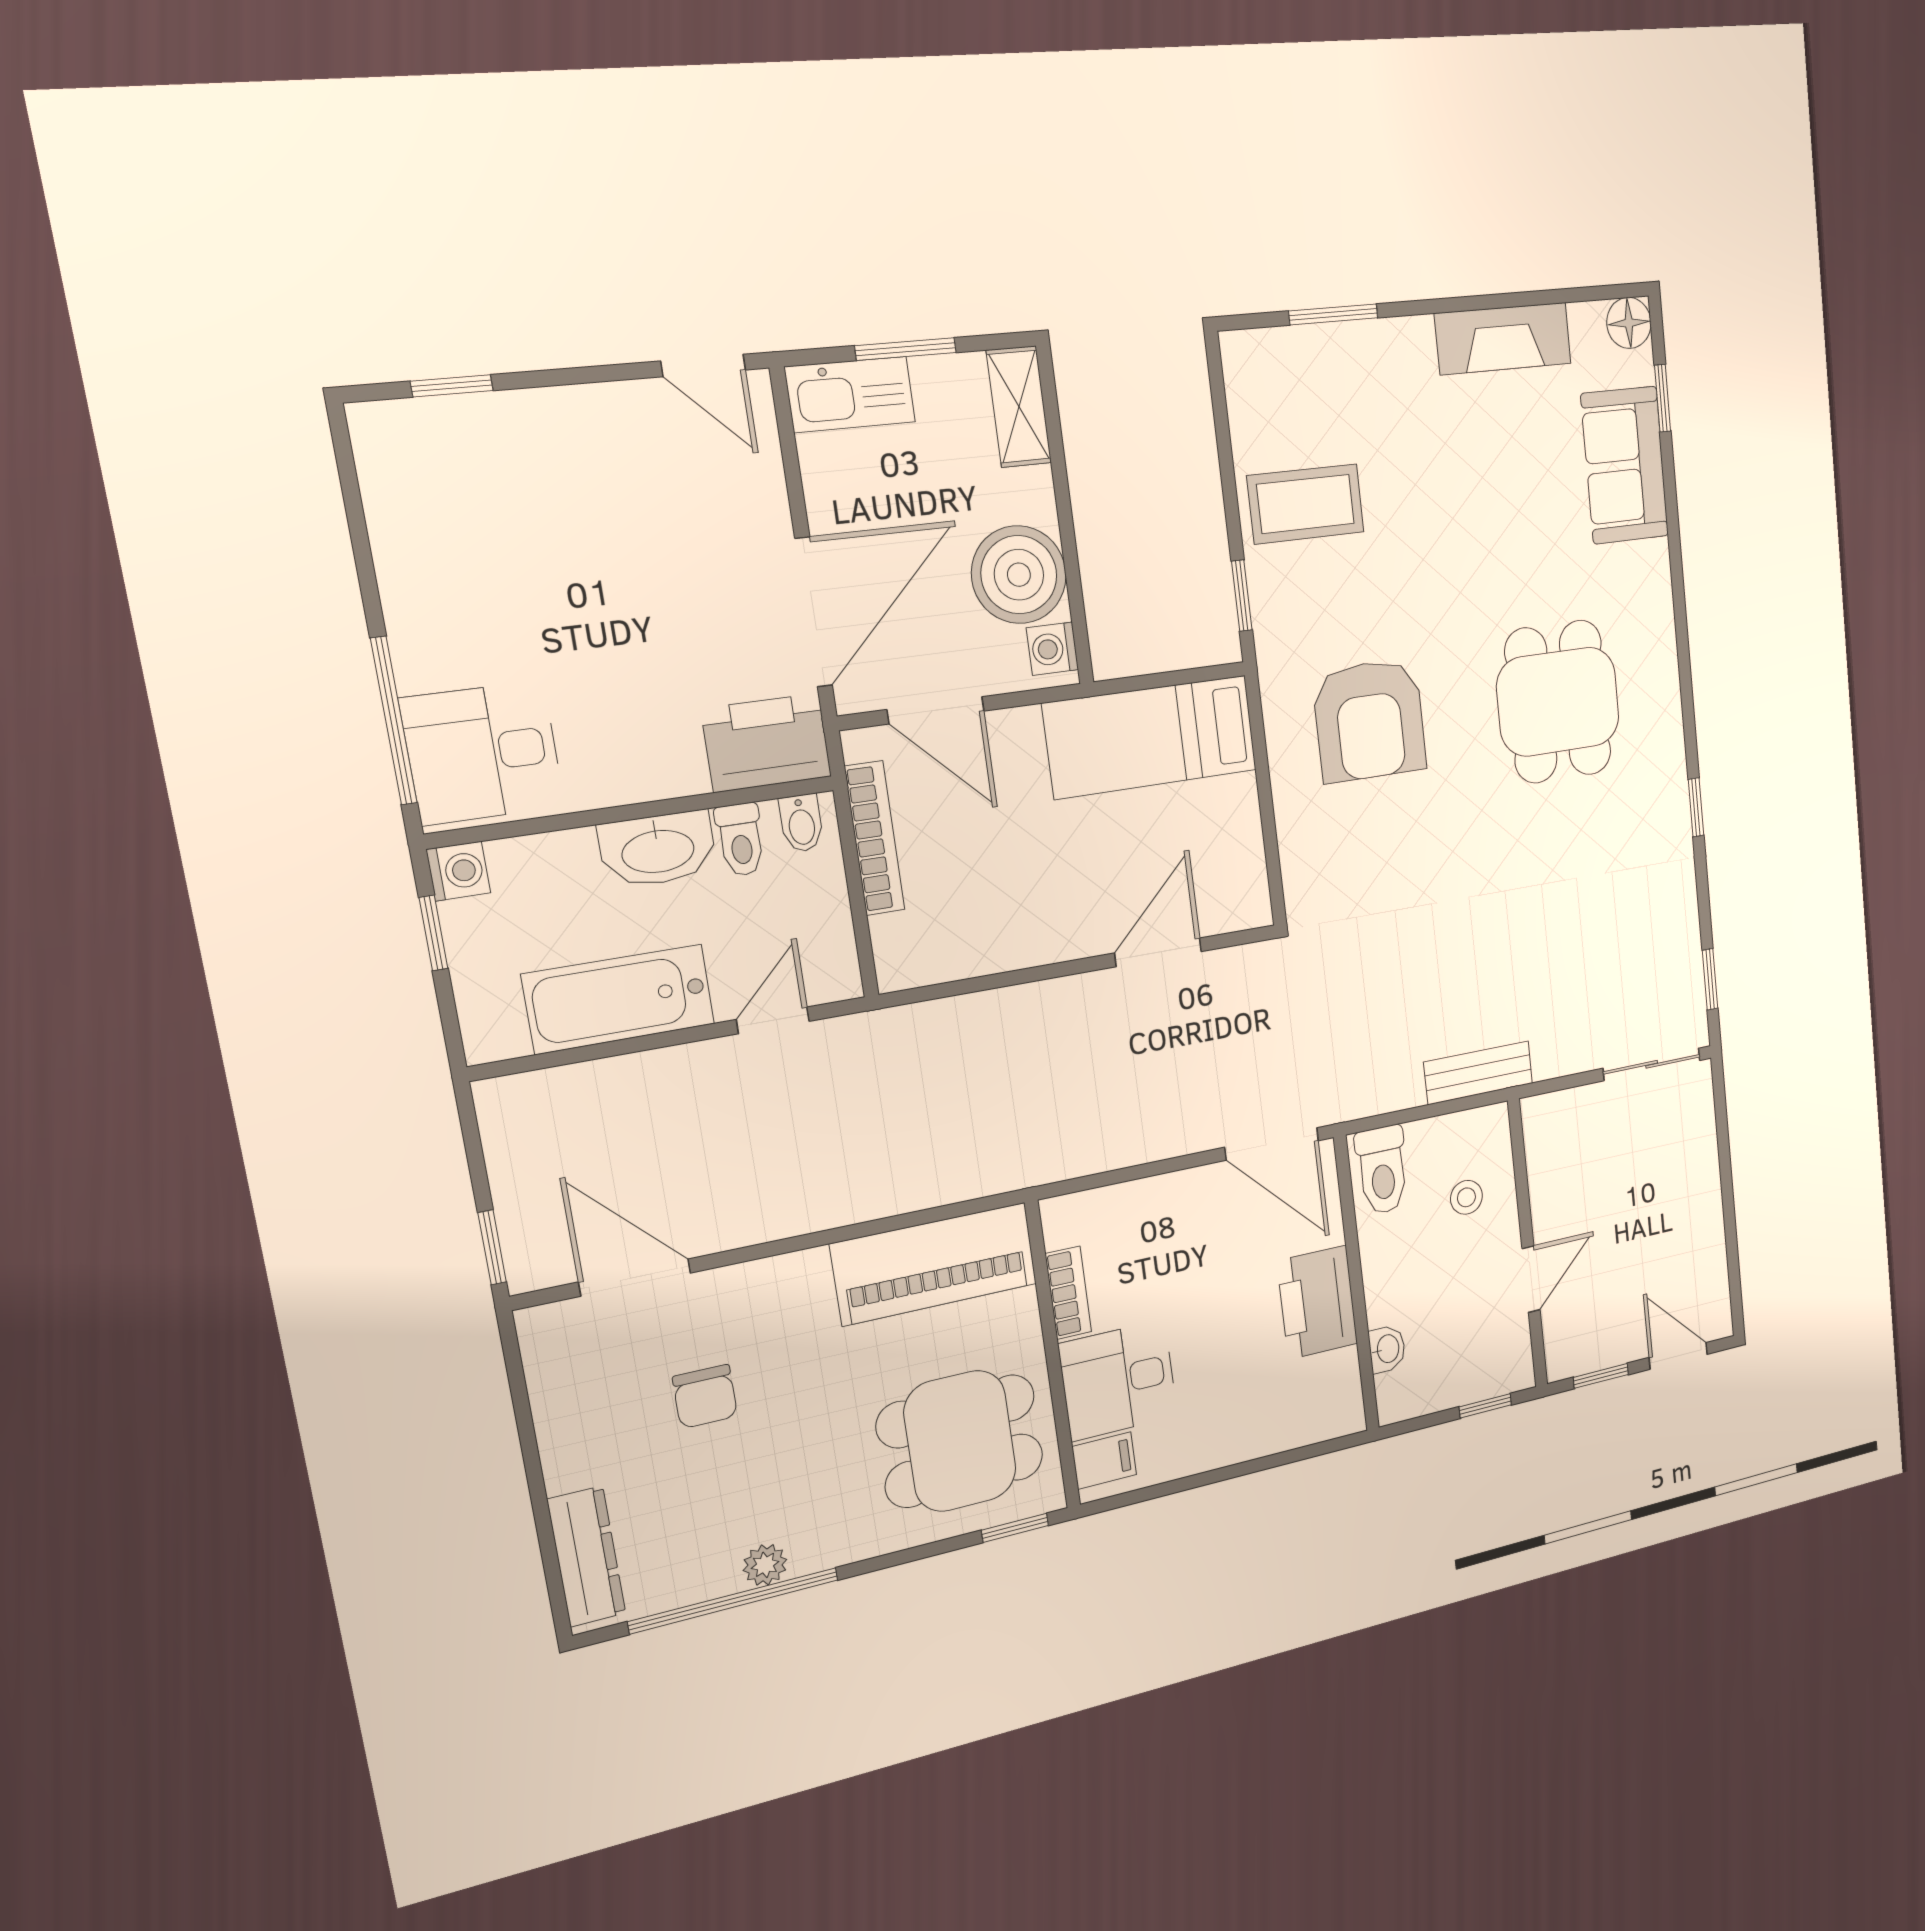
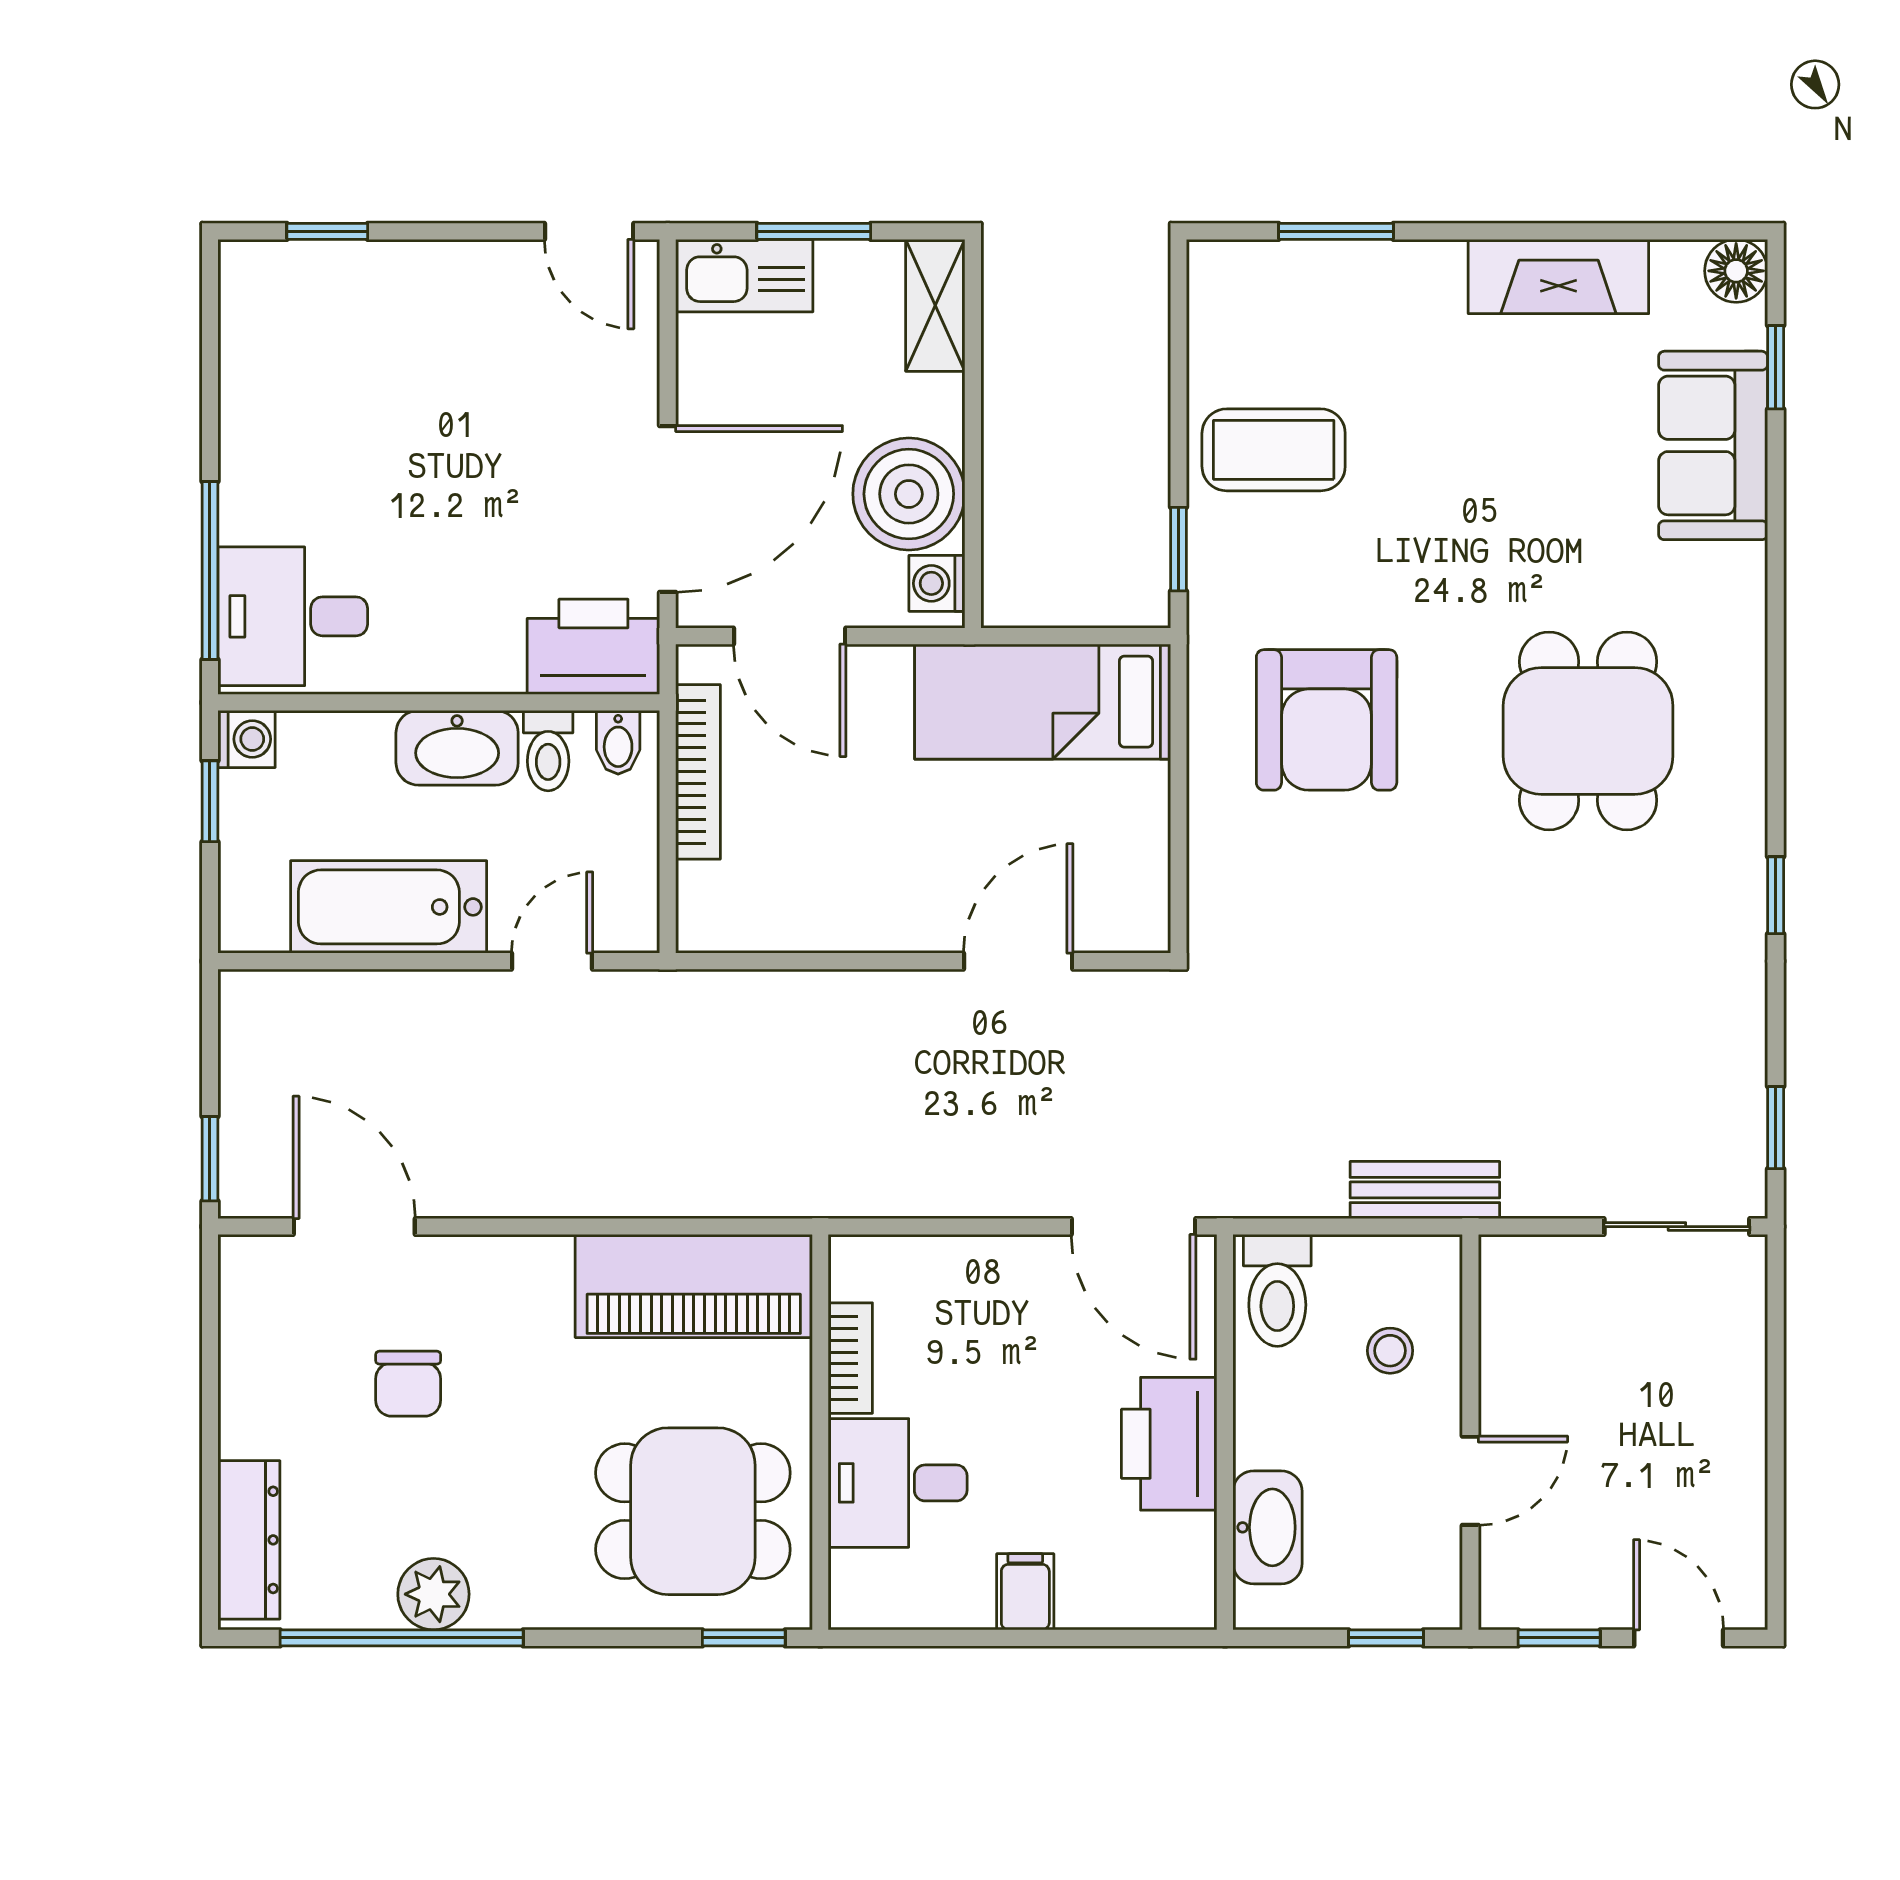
washbasin: (1387, 1349) -> (1267, 1527), width x1.91, depth x1.45
filing cabinet: (1104, 1461) -> (1025, 1592), moved, turned -90
plant: (765, 1565) -> (433, 1594), width x1.38, depth x1.38

